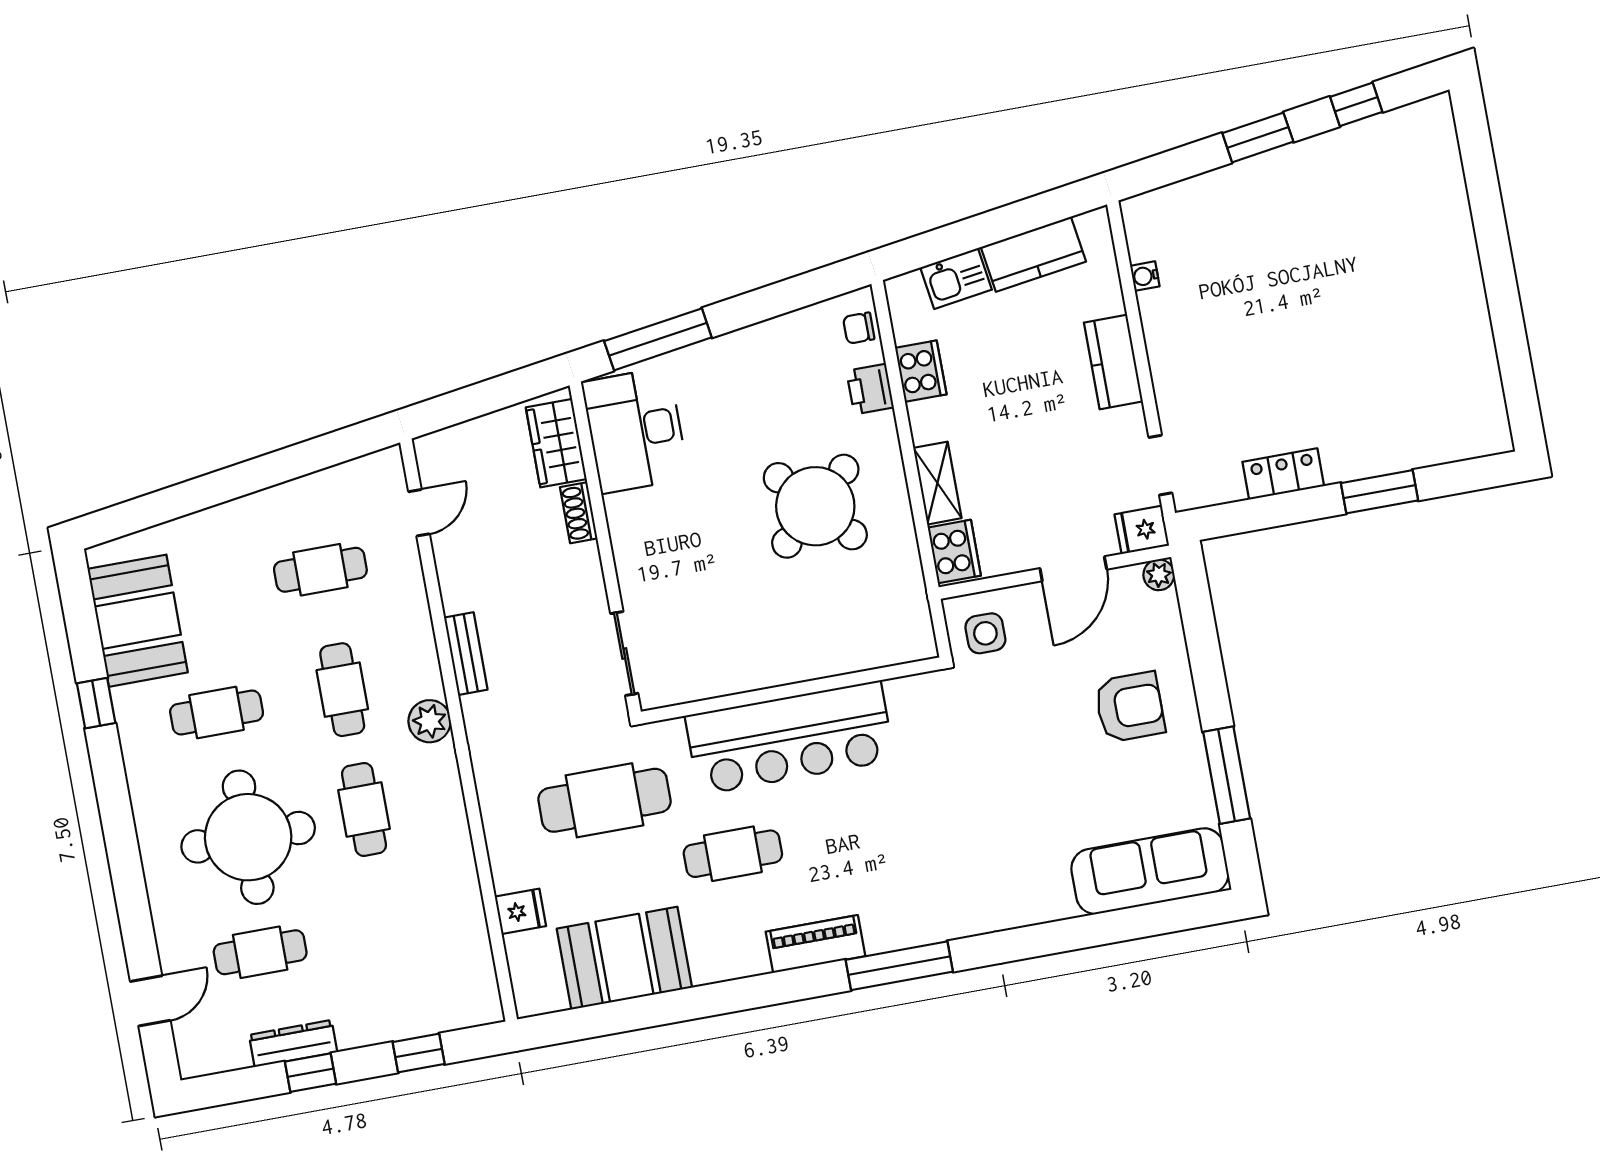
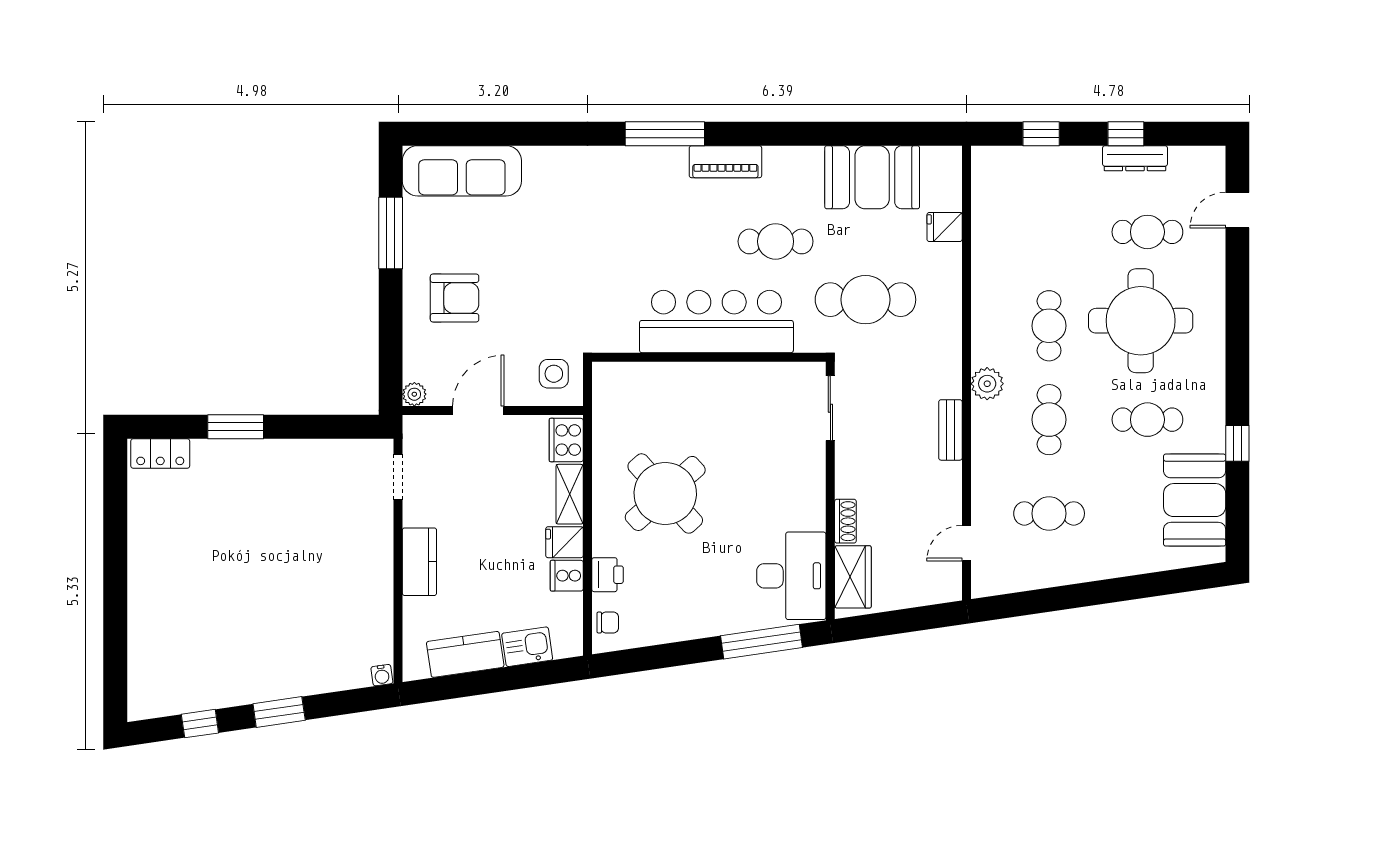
water cooler: (1145, 276) -> (382, 675), moved, turned 82
cooker: (921, 371) -> (567, 576), width x0.73
locker: (1283, 474) -> (160, 453), moved
fridge: (1142, 530) -> (564, 542), moved, turned 180
armchair: (1130, 707) -> (455, 298), turned 180

